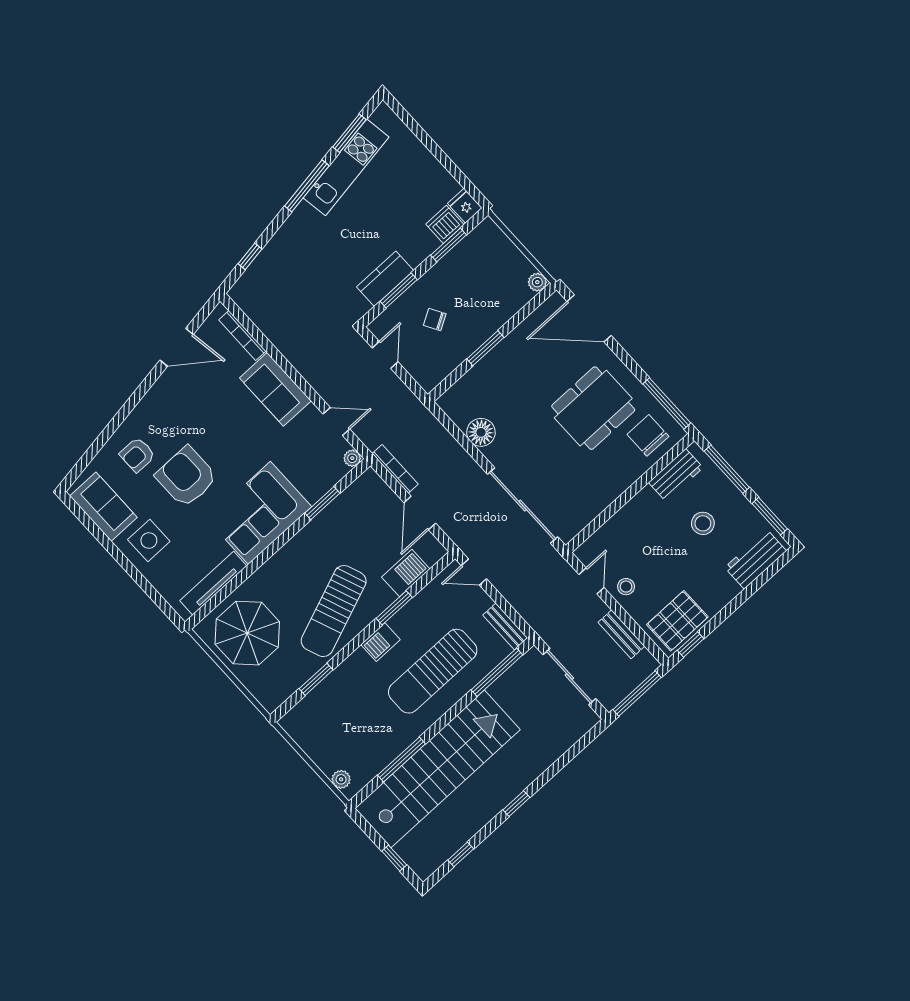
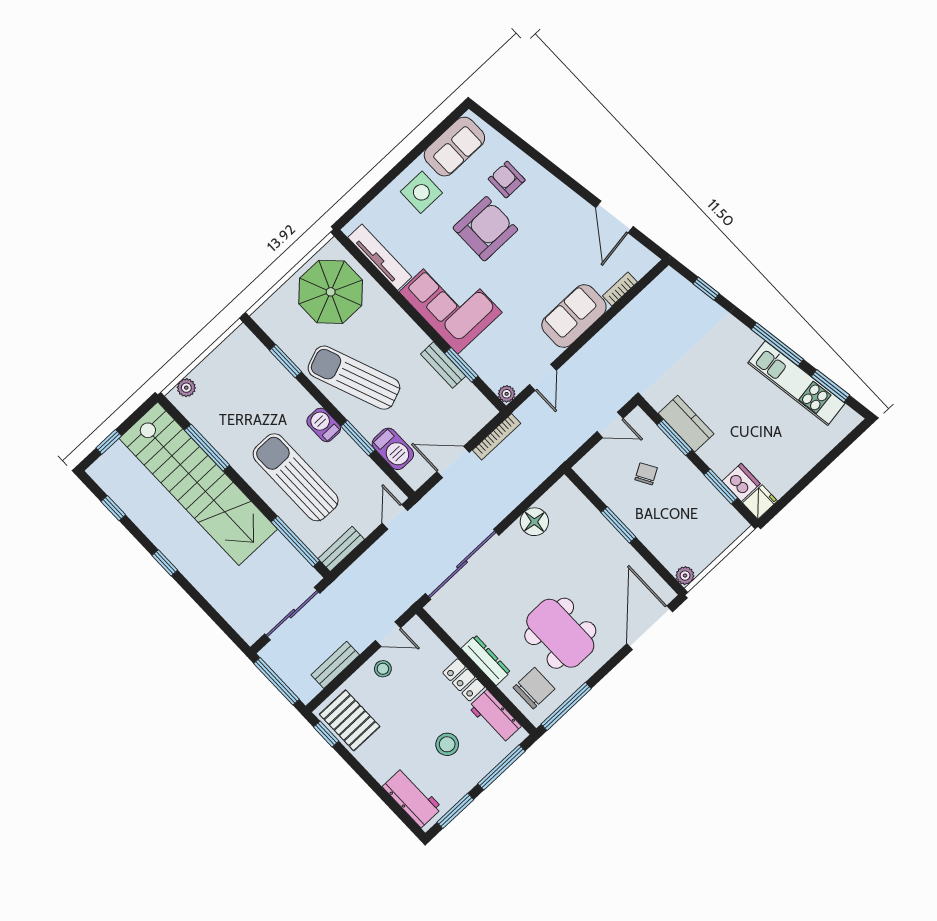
bookcase: (242, 336) -> (620, 289), width x0.64
dresser: (619, 483) -> (486, 660), added
locker: (638, 506) -> (464, 680), added
bench: (322, 521) -> (443, 365), added

